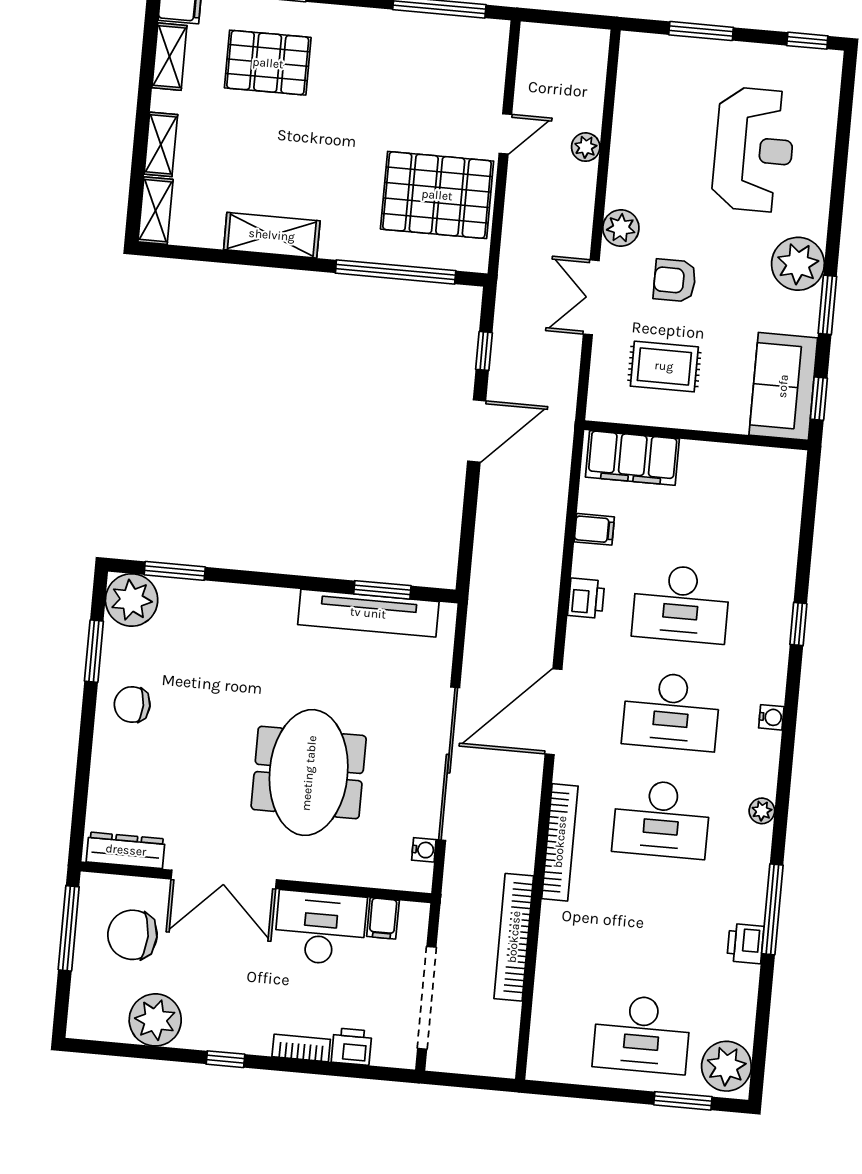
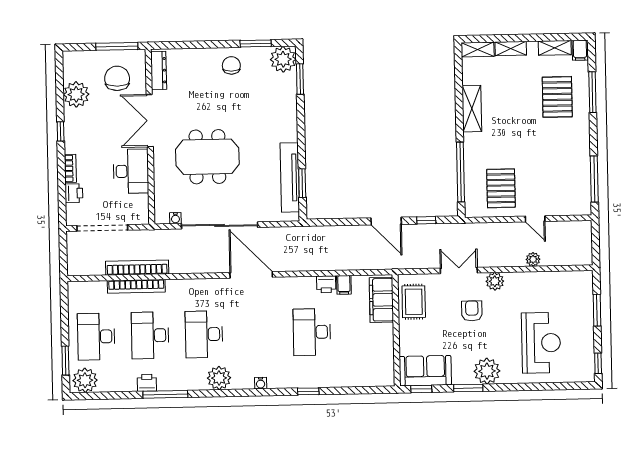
reception desk: (754, 150) -> (541, 343), turned -90
pallet: (437, 195) -> (501, 188), width x0.73, depth x0.71
rug: (664, 366) -> (414, 302), moved
printer: (586, 598) -> (326, 284), moved
desk: (671, 711) -> (150, 335), moved
plant: (762, 811) -> (219, 378), width x1.88, depth x1.88
bookcase: (560, 842) -> (136, 286), moved
filing cabinet: (383, 918) -> (139, 202), removed

